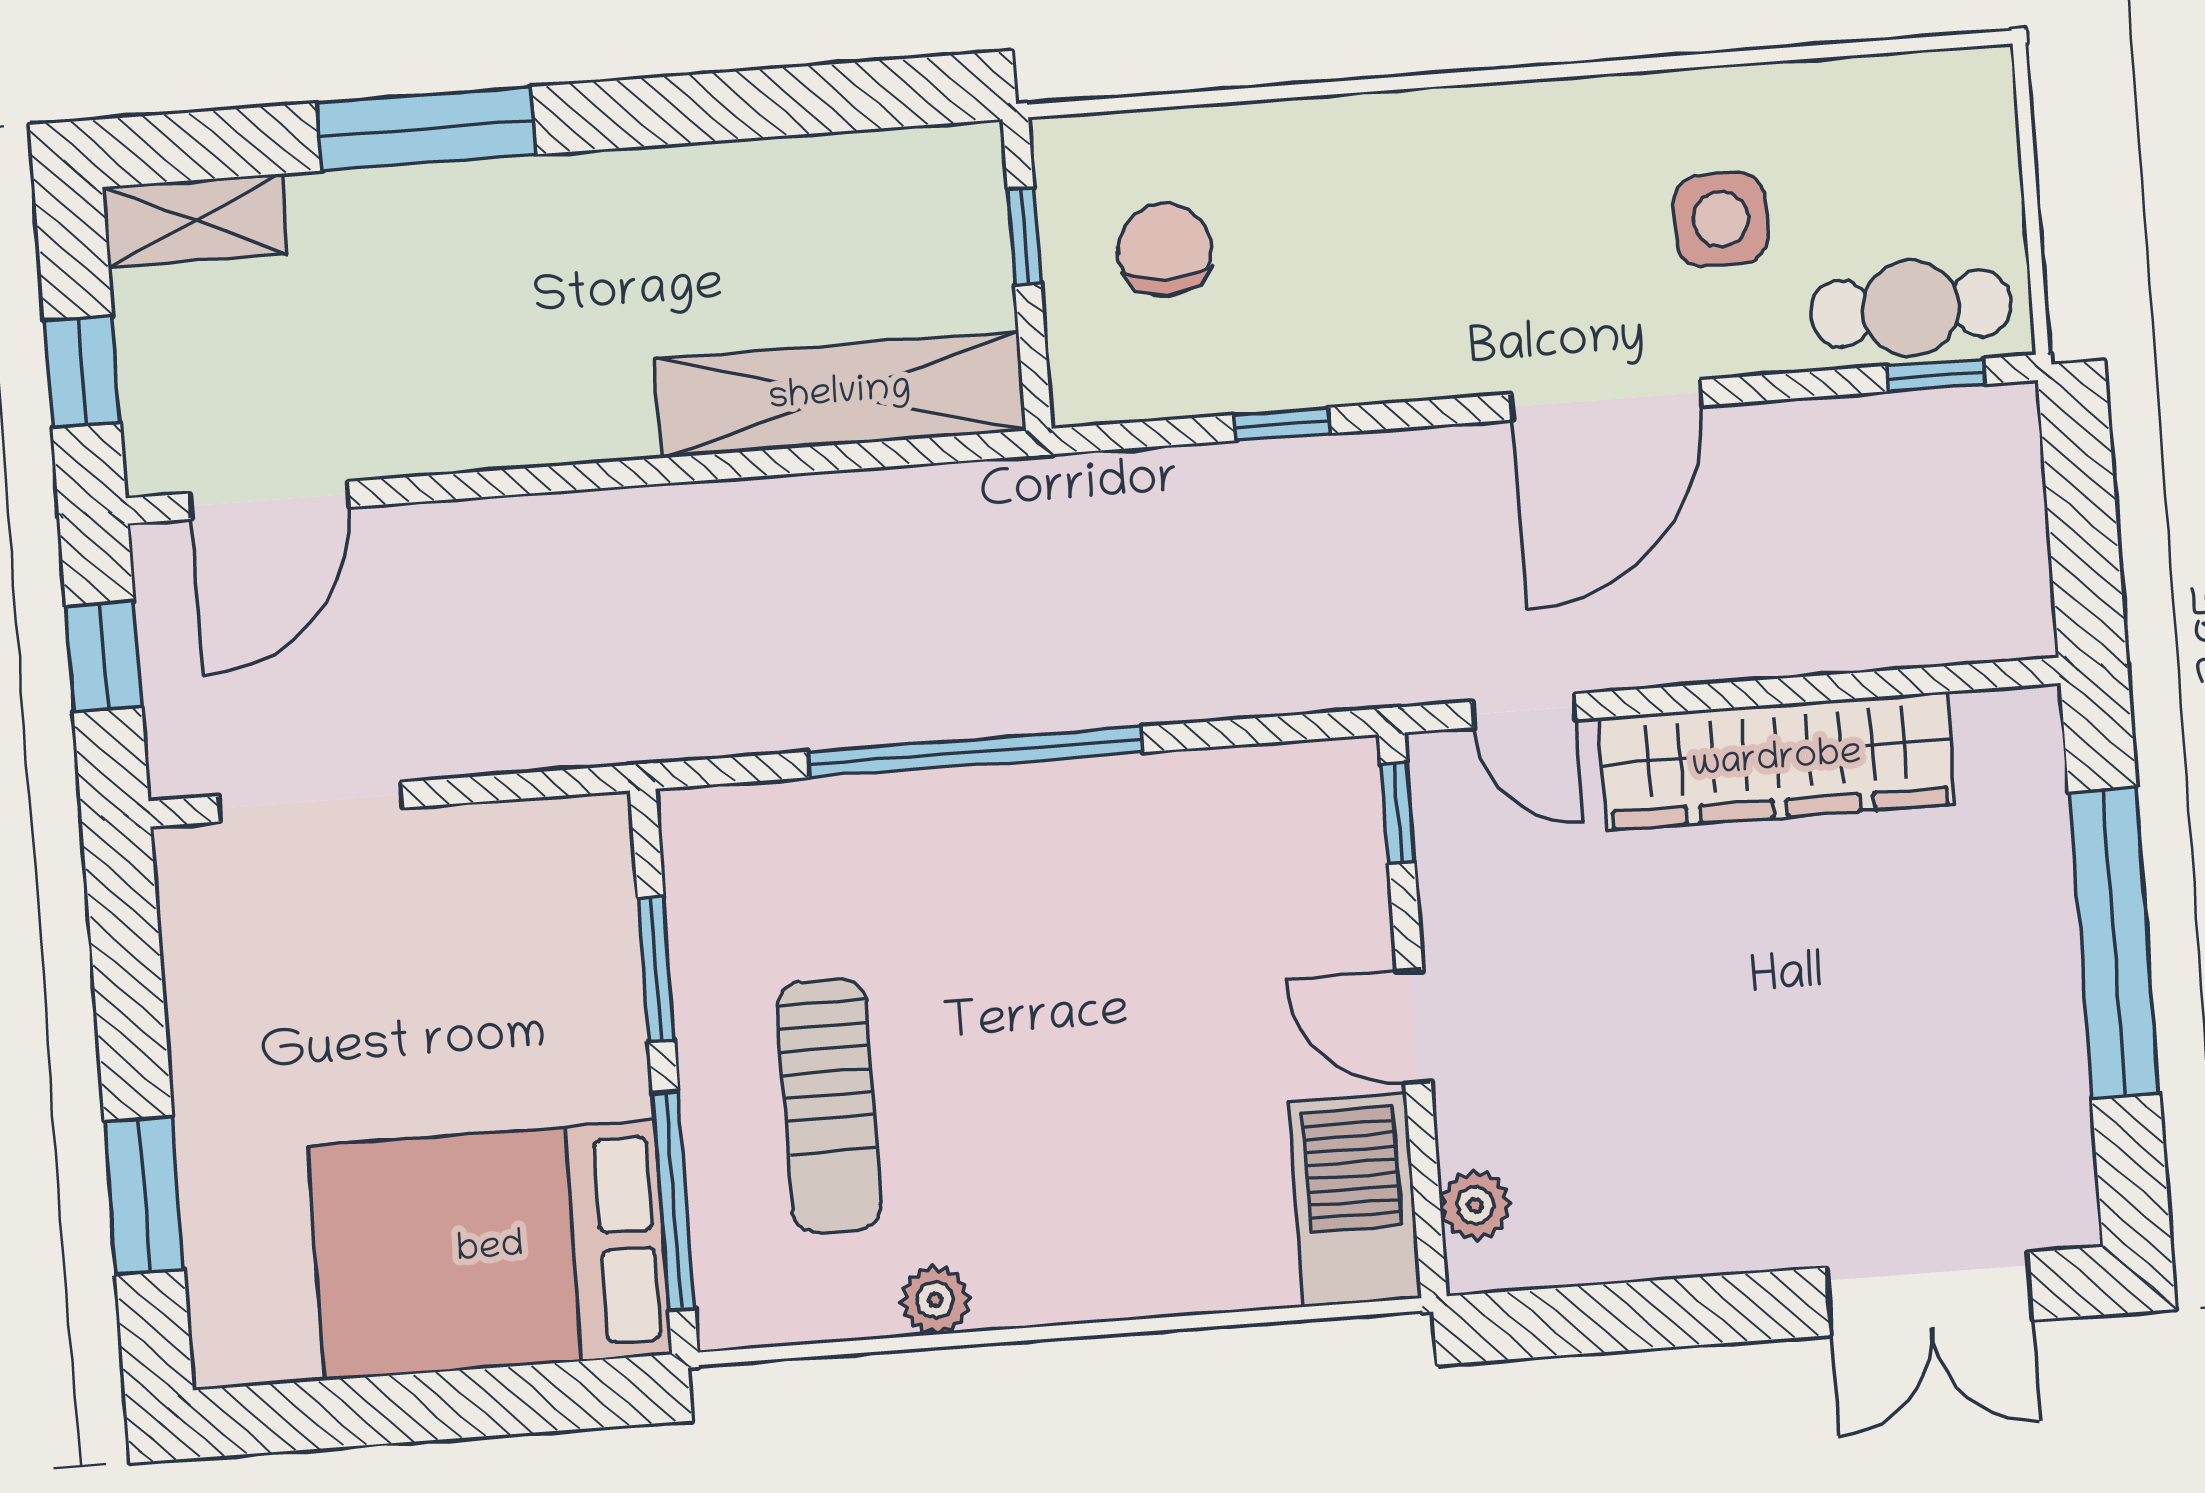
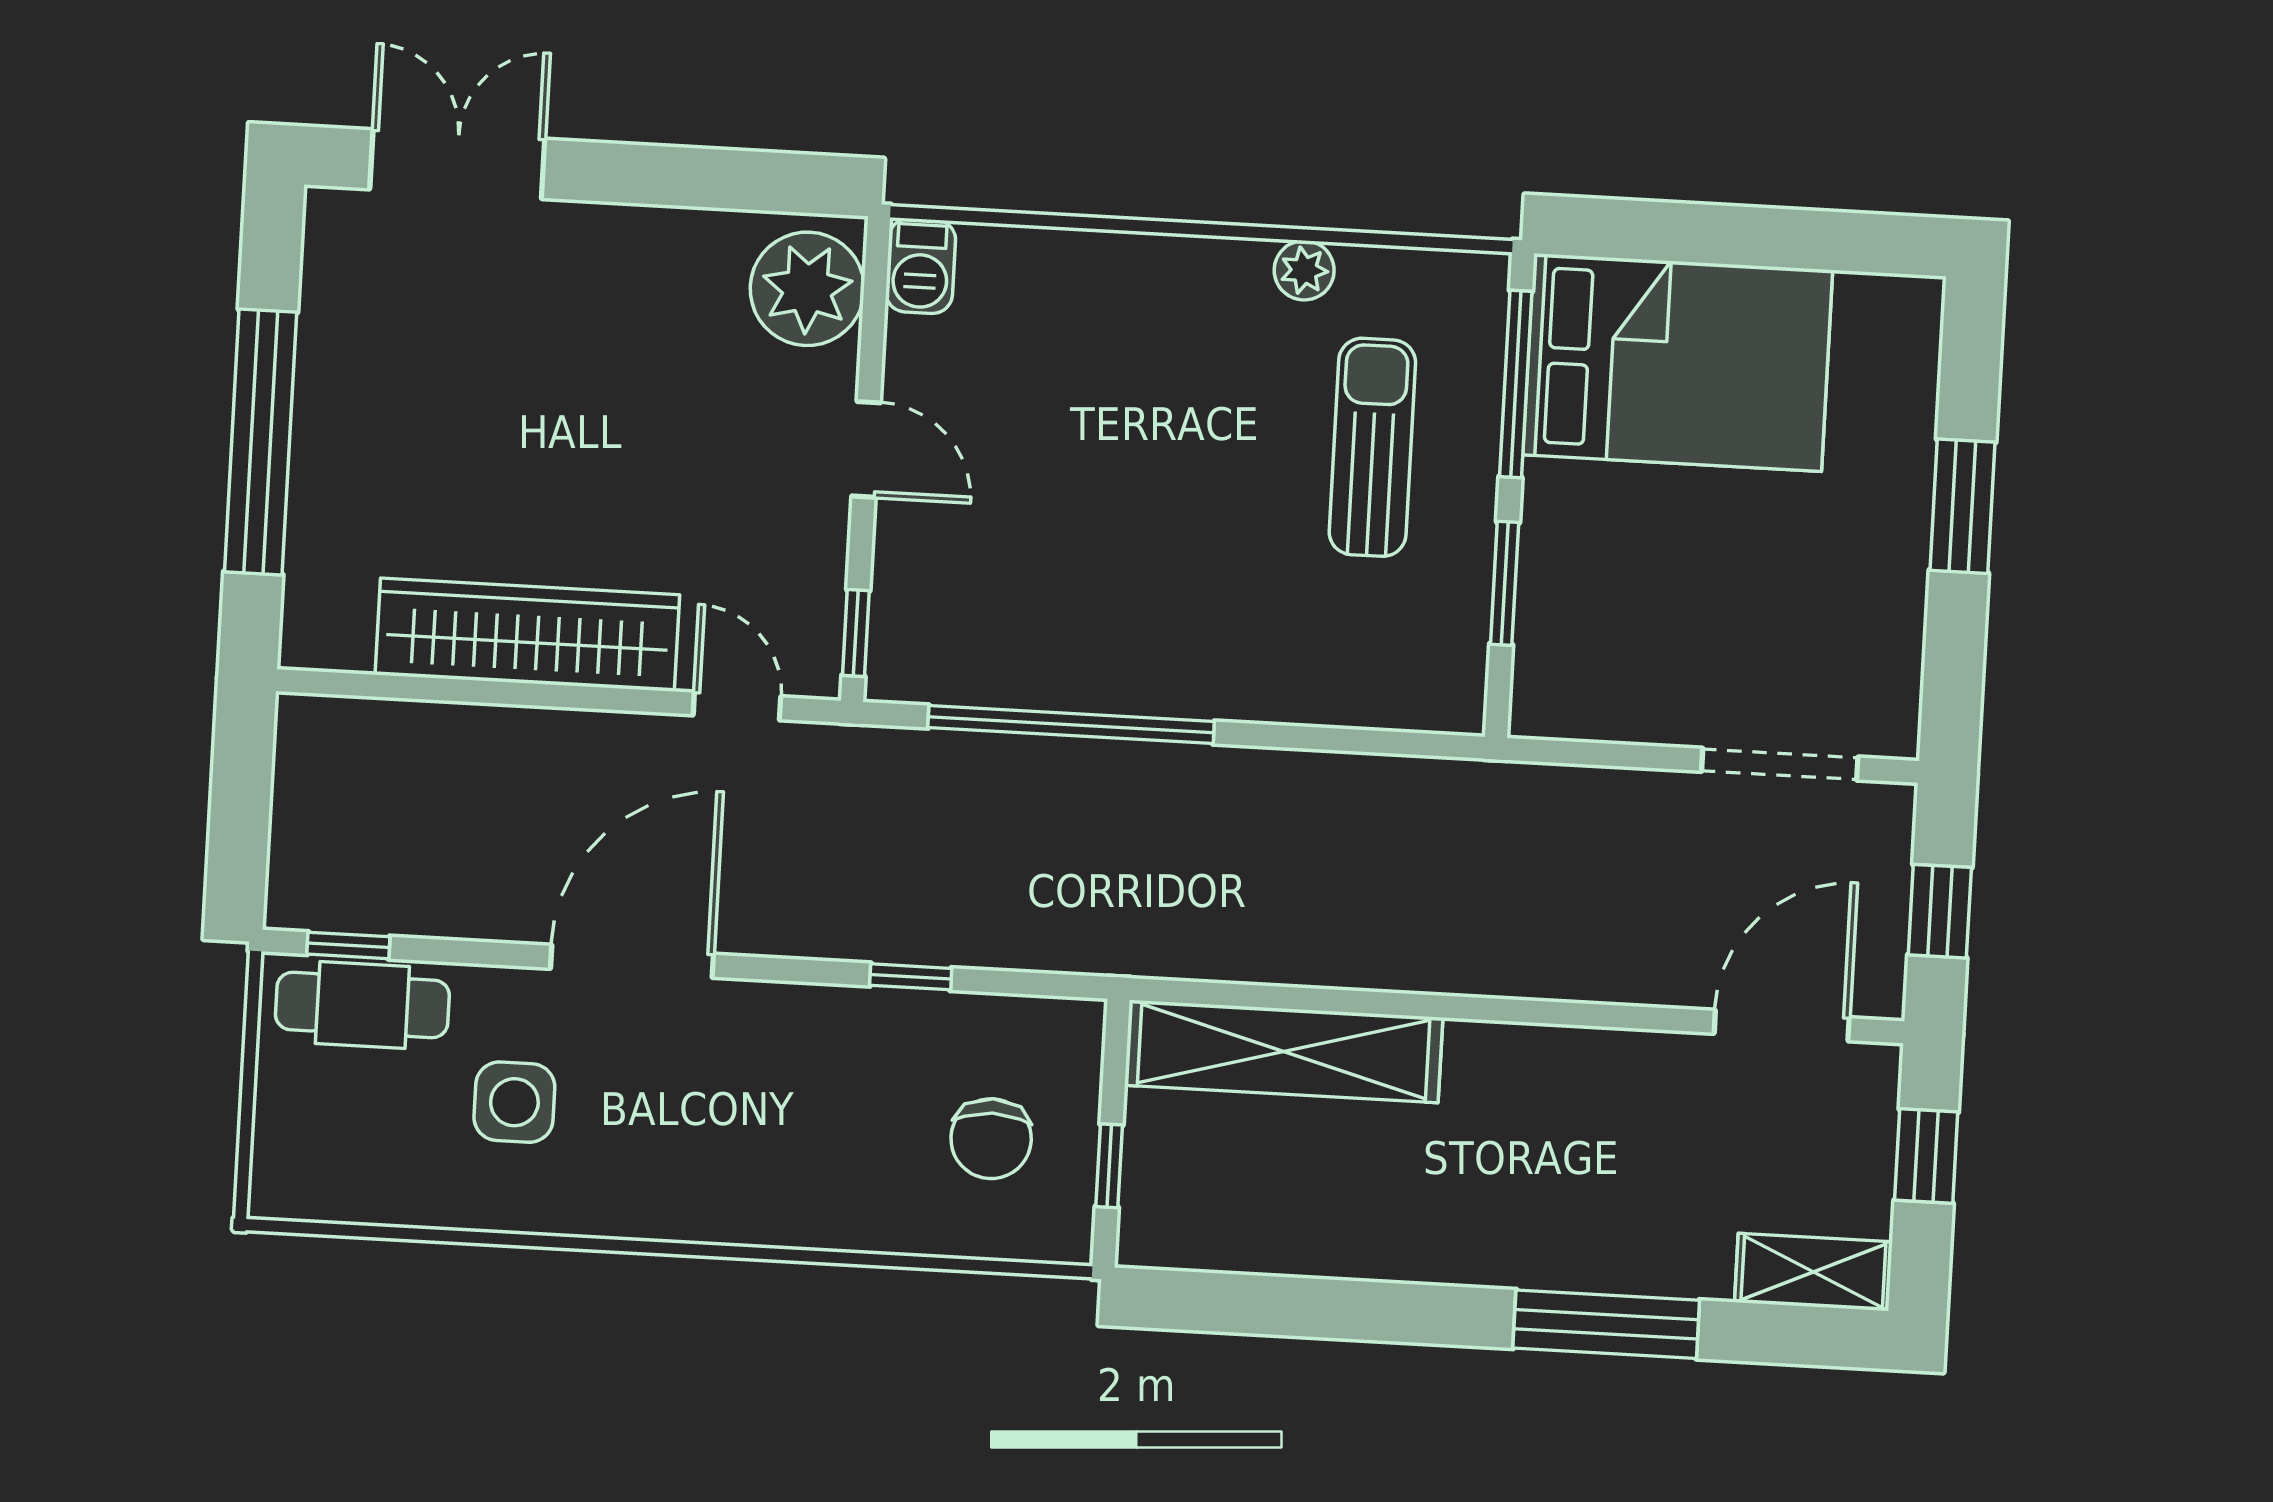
window: (975, 752) -> (1071, 725), moved
window: (144, 1195) -> (1962, 506), moved
barbecue: (1354, 1200) -> (921, 266), width x0.53, depth x0.65
plant: (1475, 1205) -> (807, 289), width x1.87, depth x1.87

